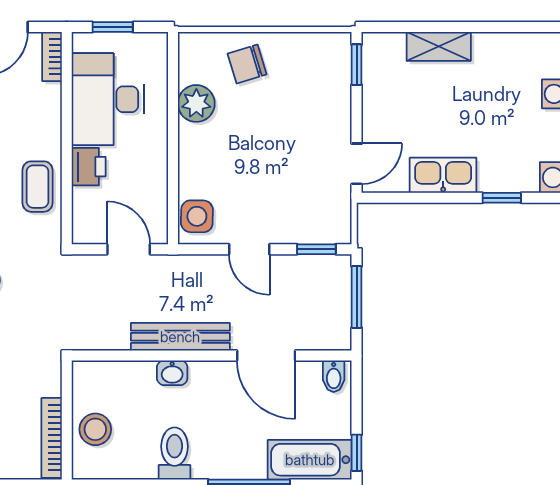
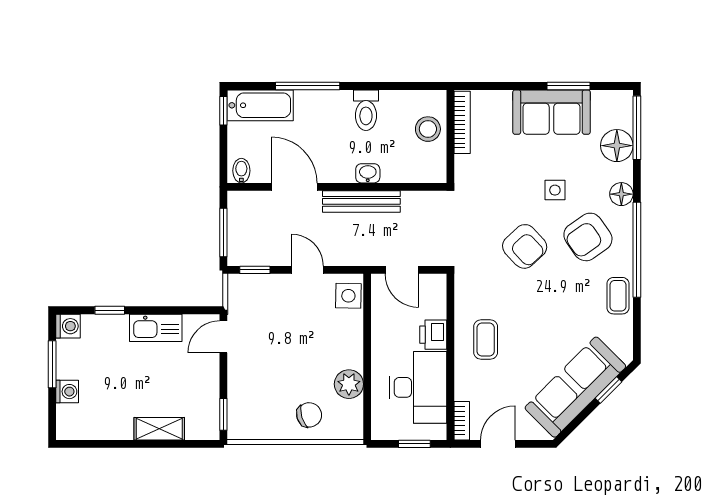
coffee table: (37, 187) -> (486, 340), moved

